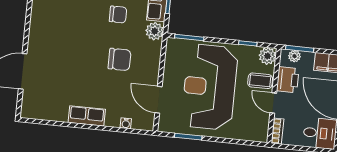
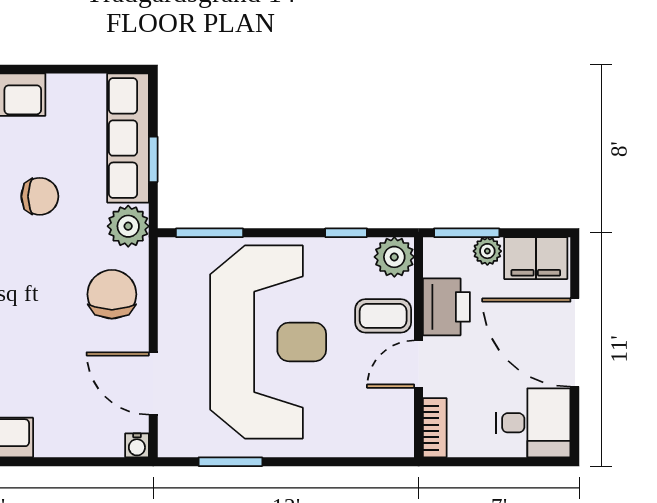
plant: (295, 56) -> (487, 251), moved
chair: (120, 59) -> (112, 294), moved, turned -90
reception desk: (210, 87) -> (268, 342), turned 180
door: (273, 103) -> (419, 364), hinge flipped
water cooler: (126, 123) -> (137, 445), moved

